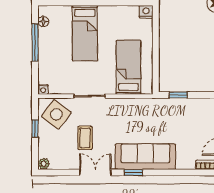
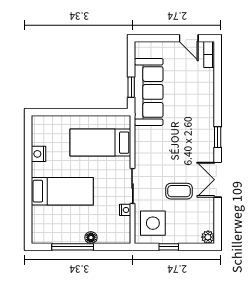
nightstand: (146, 12) -> (38, 154), moved
floor lamp: (43, 22) -> (91, 238), moved
nightstand: (43, 90) -> (125, 210), moved
side table: (56, 114) -> (153, 223), turned -37
sofa: (145, 157) -> (149, 92), moved, turned 180

